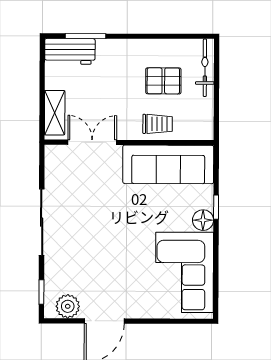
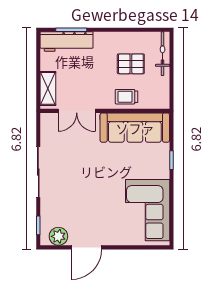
workbench: (70, 51) -> (67, 42), width x1.38
trolley: (158, 124) -> (127, 97), turned 180
double door: (92, 142) -> (77, 111), swing flipped
floor lamp: (203, 220) -> (162, 170), removed

